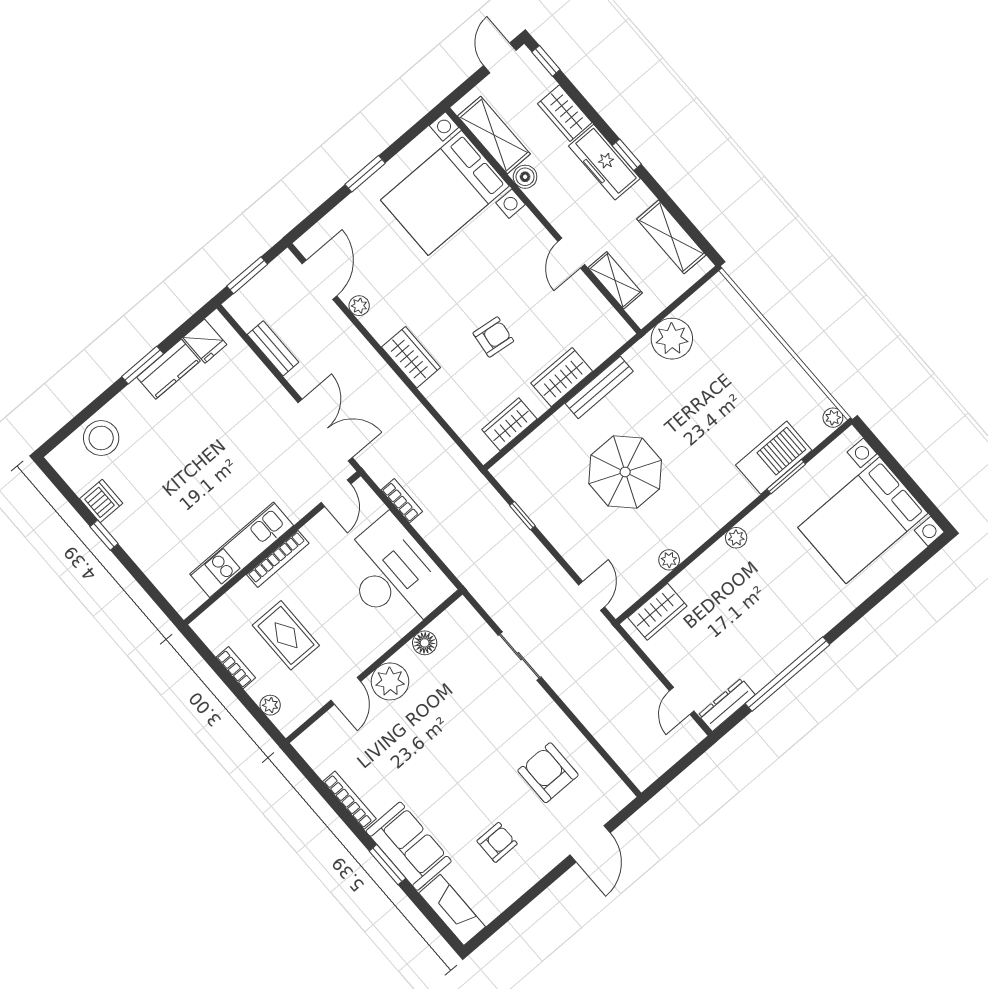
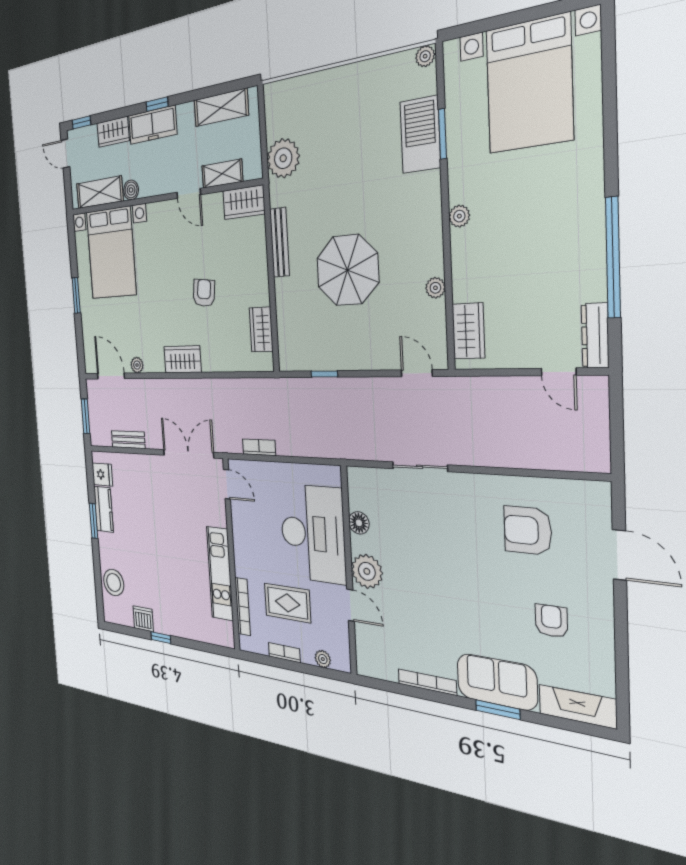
wardrobe: (562, 377) -> (244, 202), moved, turned -90
bookcase: (278, 559) -> (243, 607), moved
desk: (394, 575) -> (313, 533), moved, turned 90

